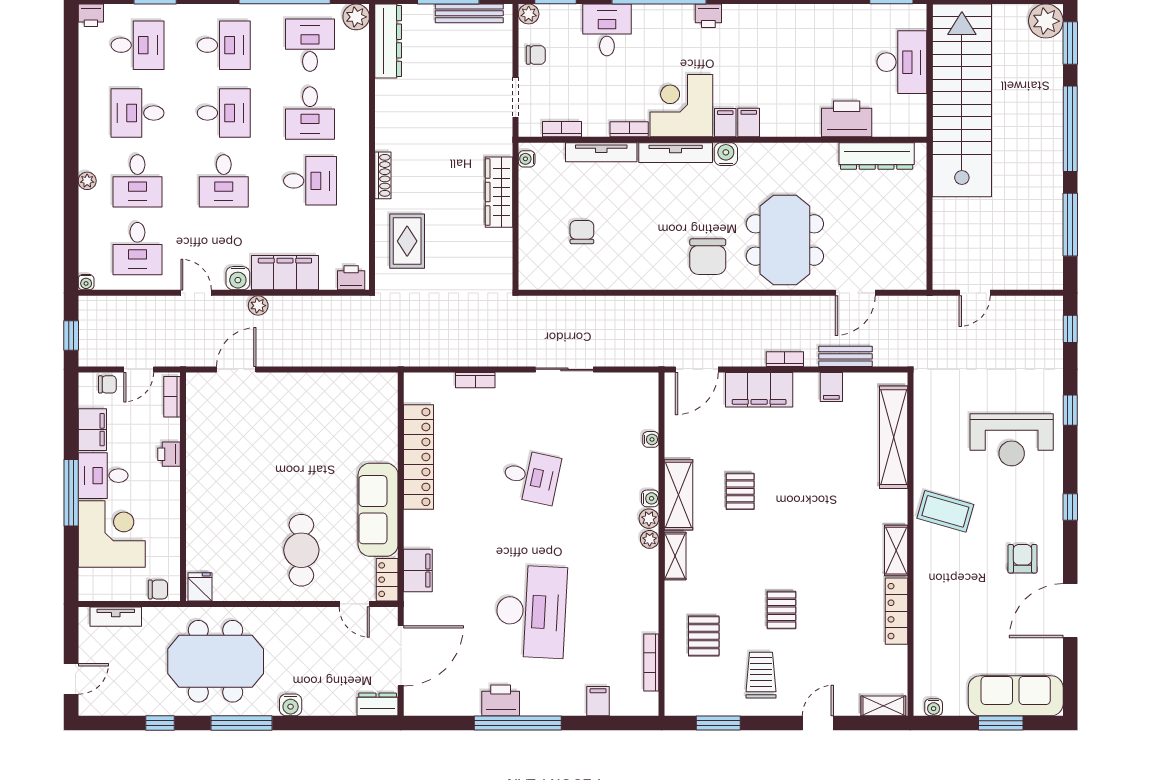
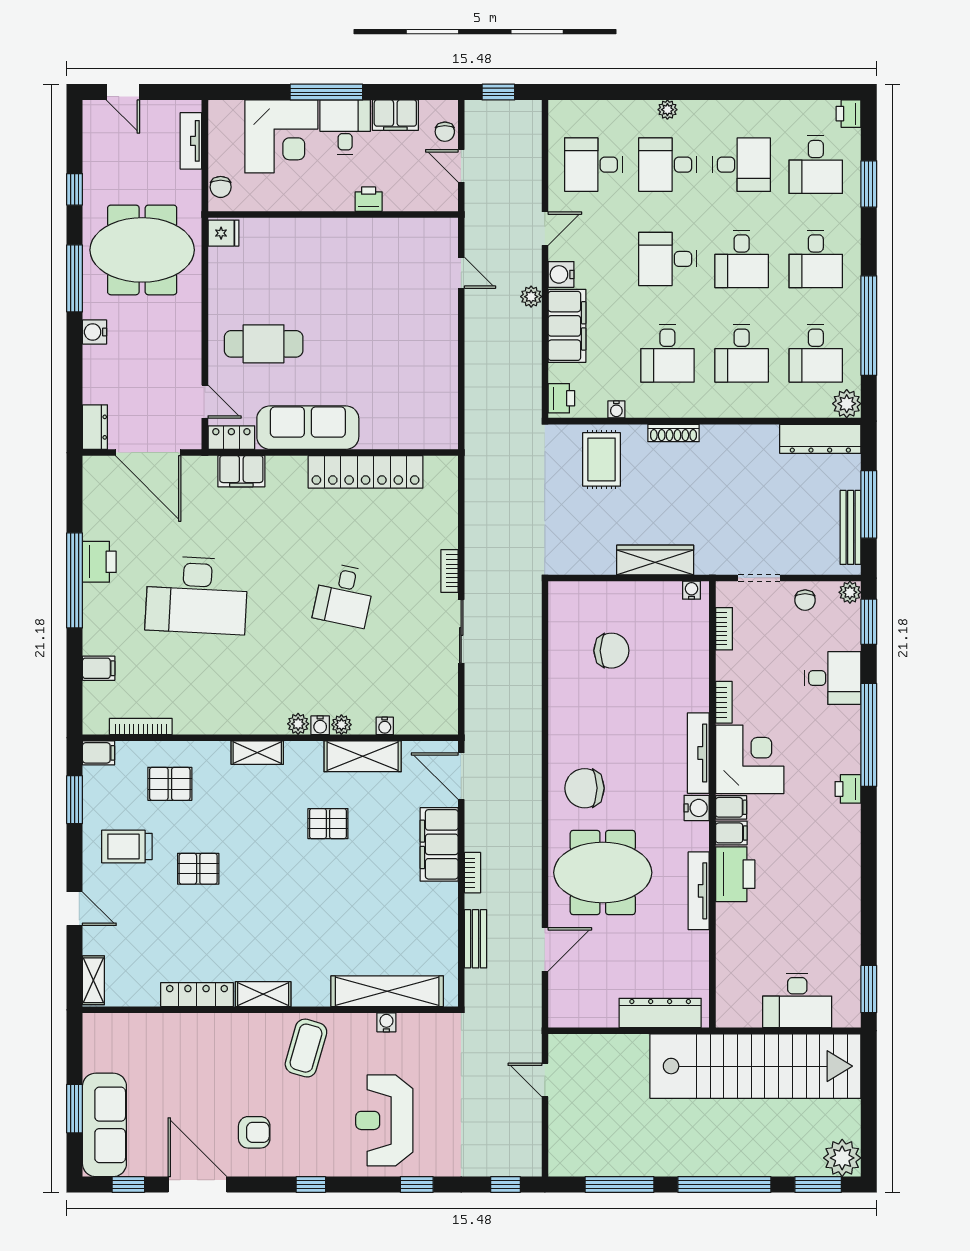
desk: (310, 45) -> (816, 353), turned 90
desk: (137, 113) -> (742, 165), turned 90
desk: (310, 113) -> (742, 353), turned -90
printer: (847, 119) -> (735, 874), moved
tv unit: (601, 152) -> (699, 891), moved
dresser: (877, 156) -> (660, 1013), moved, turned 90
chair: (582, 232) -> (611, 651), width x1.37, depth x1.37
rug: (407, 241) -> (602, 459), turned 90
water cooler: (86, 282) -> (616, 409), moved, turned -90
door: (855, 293) -> (545, 949), swing flipped
door: (236, 369) -> (461, 273), width x0.73
bookcase: (475, 380) -> (450, 571), moved
filing cabinet: (831, 387) -> (99, 753), moved, turned 180
bookcase: (172, 397) -> (431, 202), removed
shelving: (679, 495) -> (363, 756), moved
plant: (650, 539) -> (341, 725), moved
door: (354, 604) -> (205, 402), swing flipped
meeting table: (216, 661) -> (142, 250), turned 90
window: (1070, 674) -> (128, 1184), added
trolley: (761, 675) -> (127, 846), turned 180
water cooler: (934, 707) -> (386, 1022), moved, turned 90

